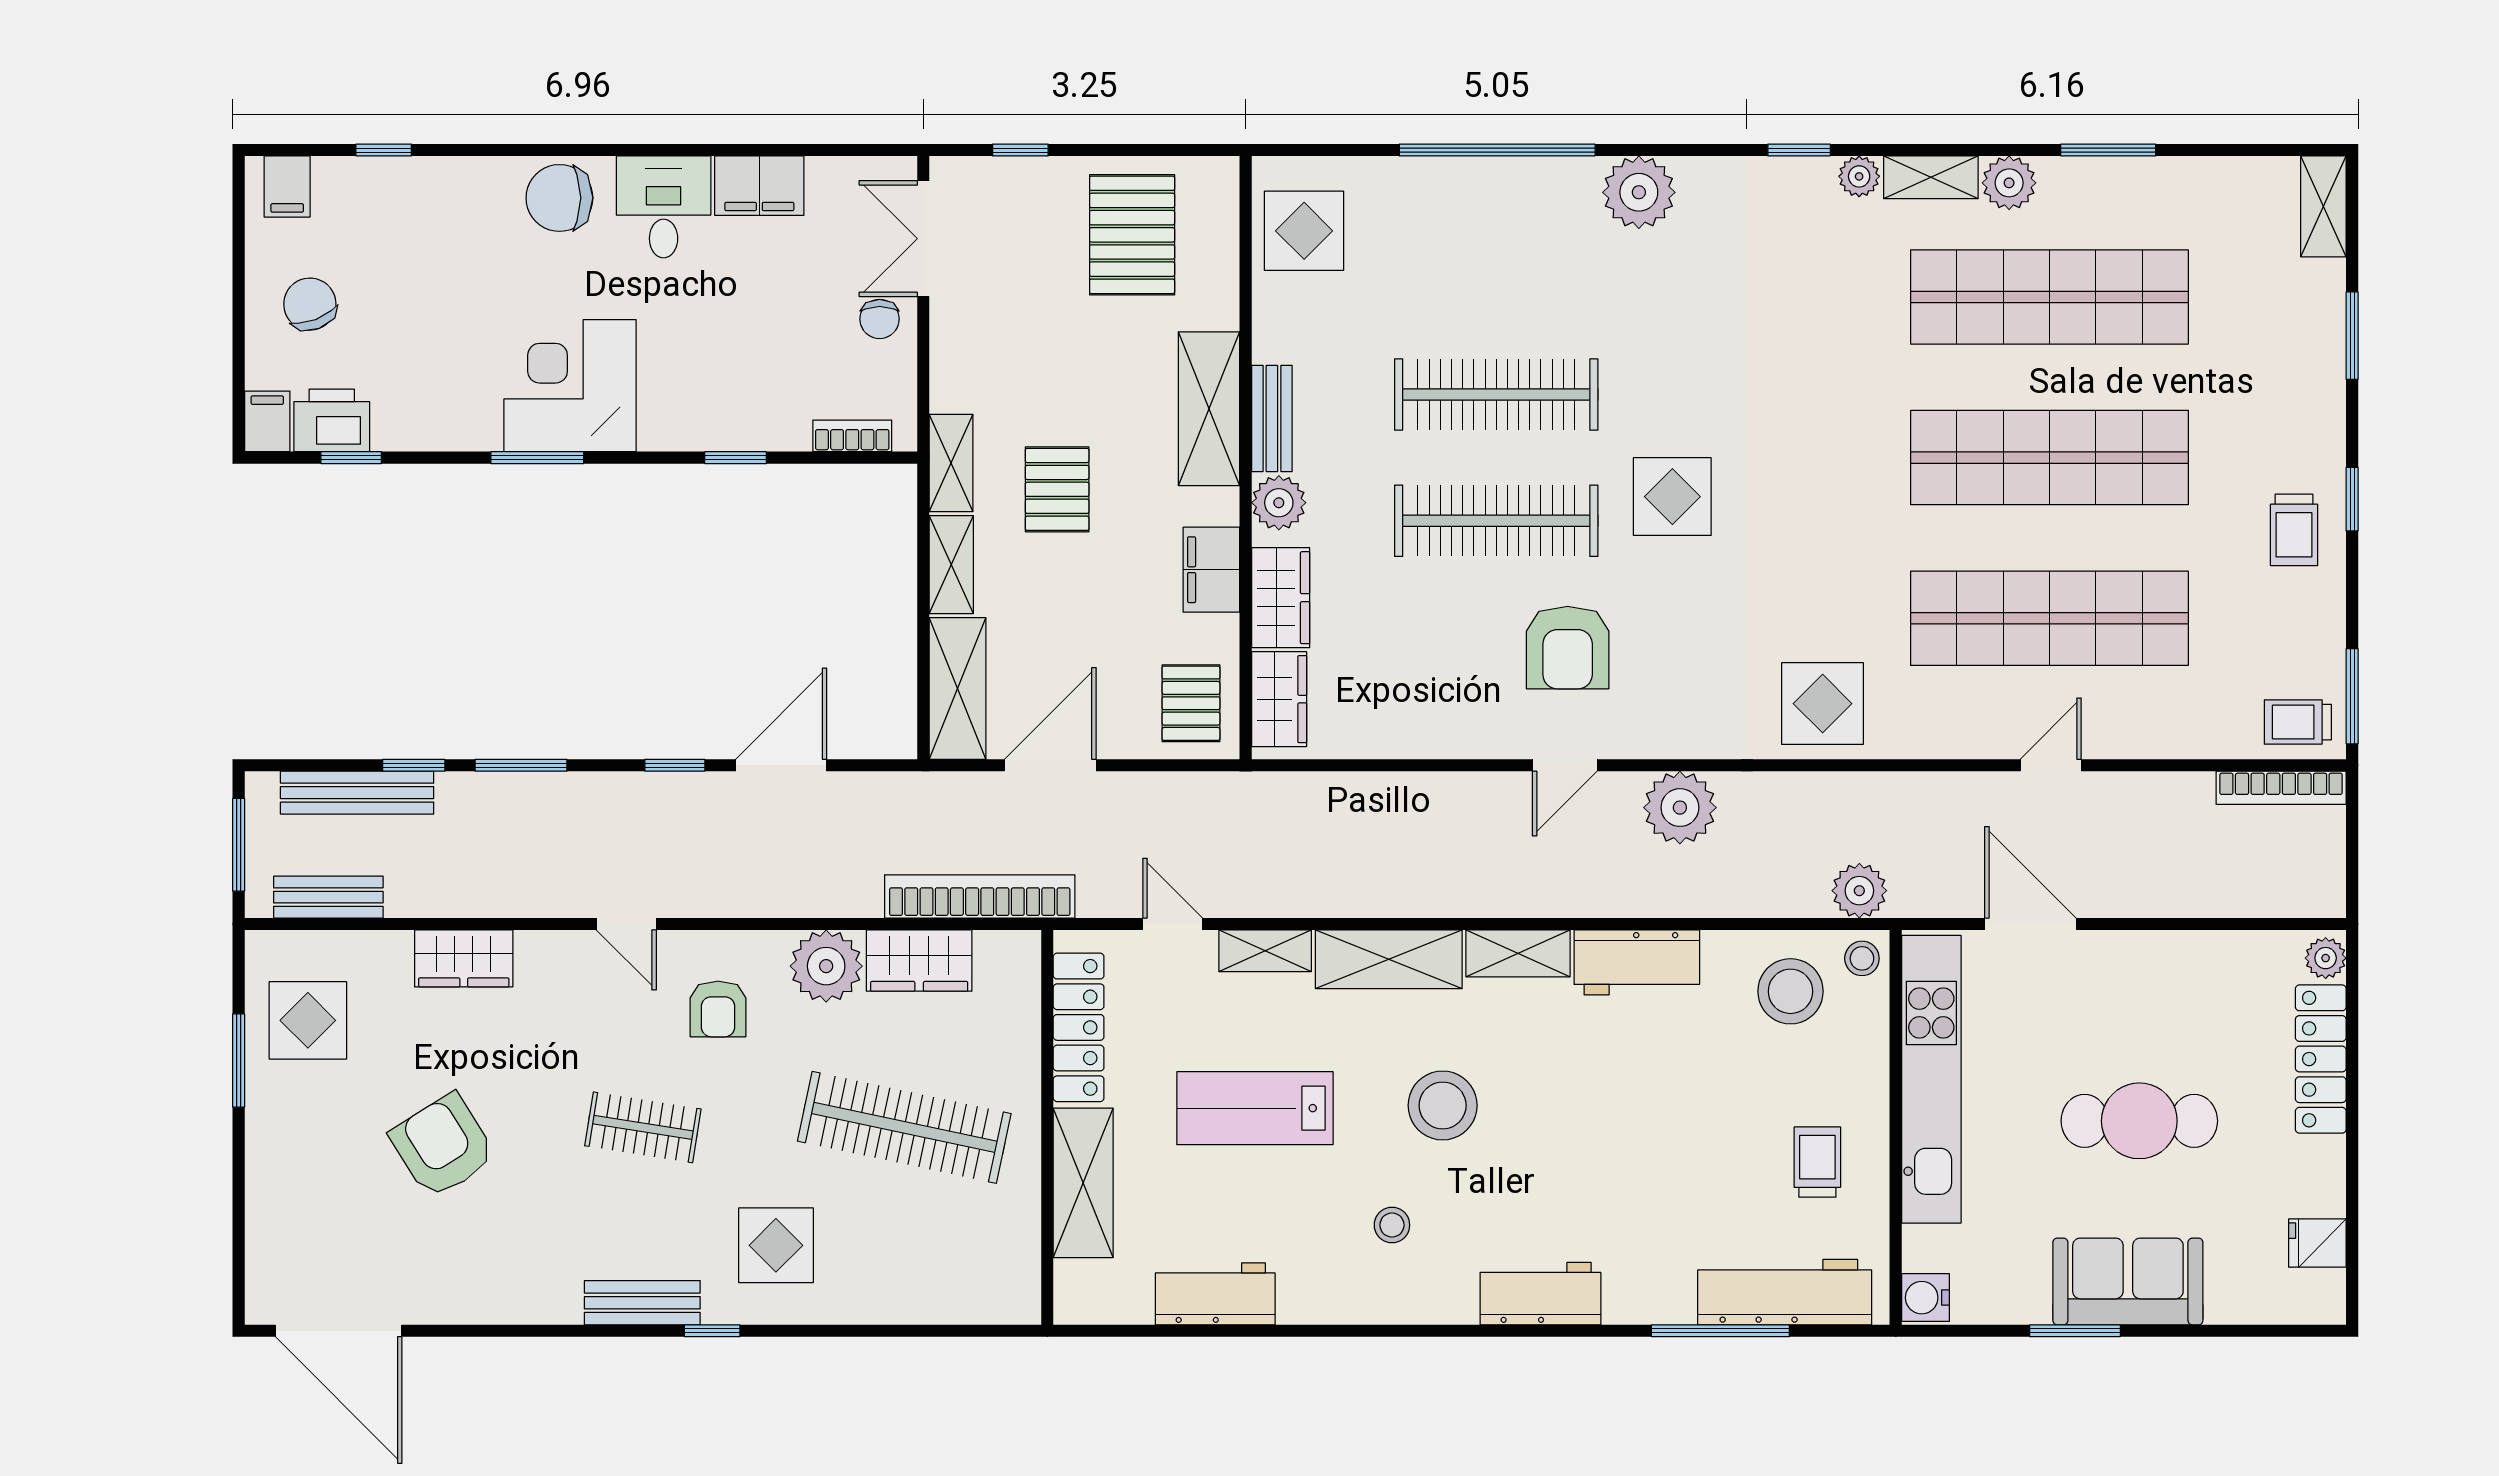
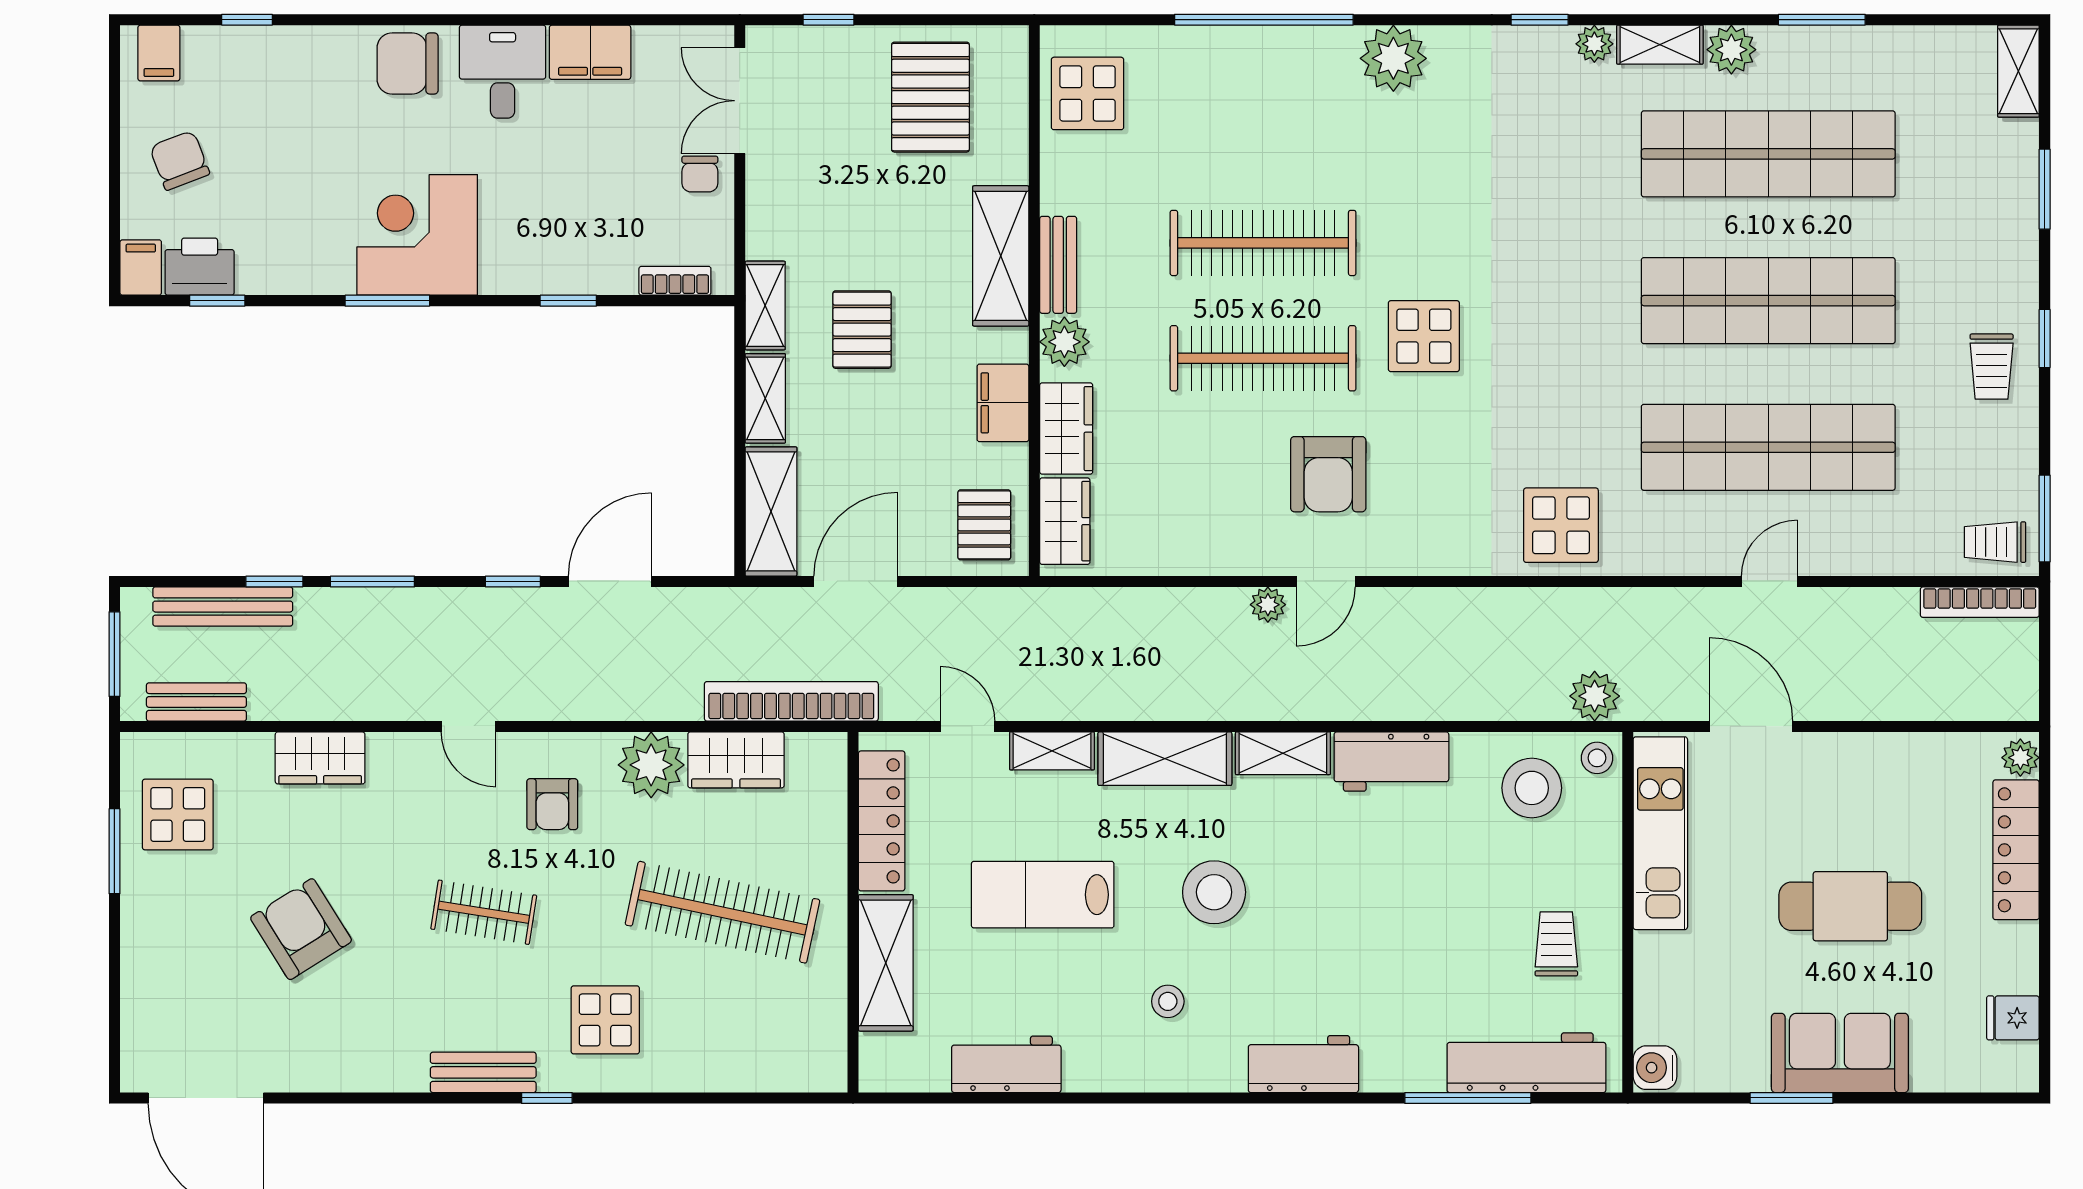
plant: (1680, 808) -> (1268, 605), moved, width x0.53, depth x0.53
kitchen unit: (1931, 1079) -> (1660, 833), width x0.73

